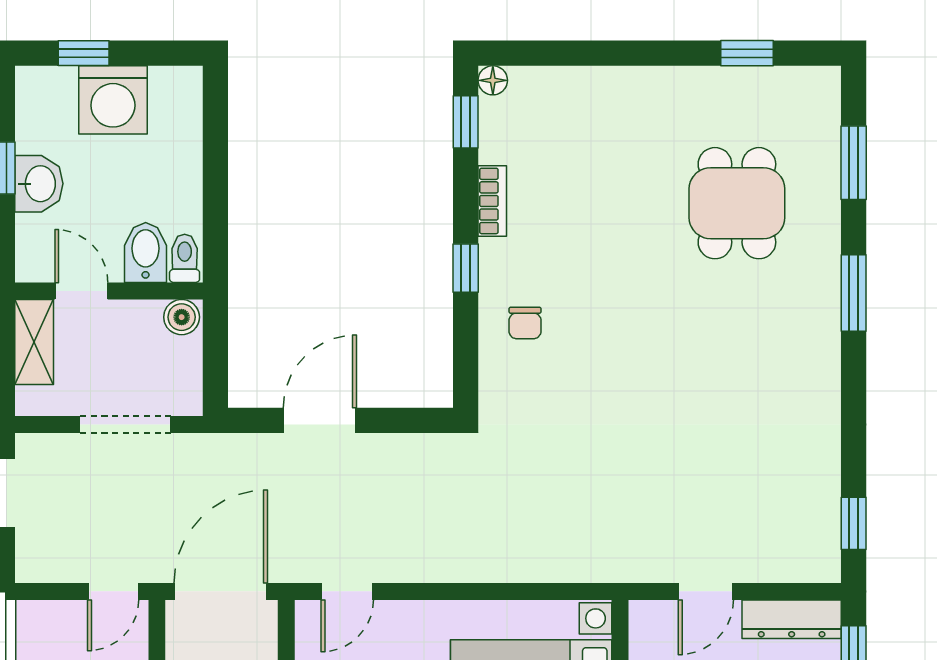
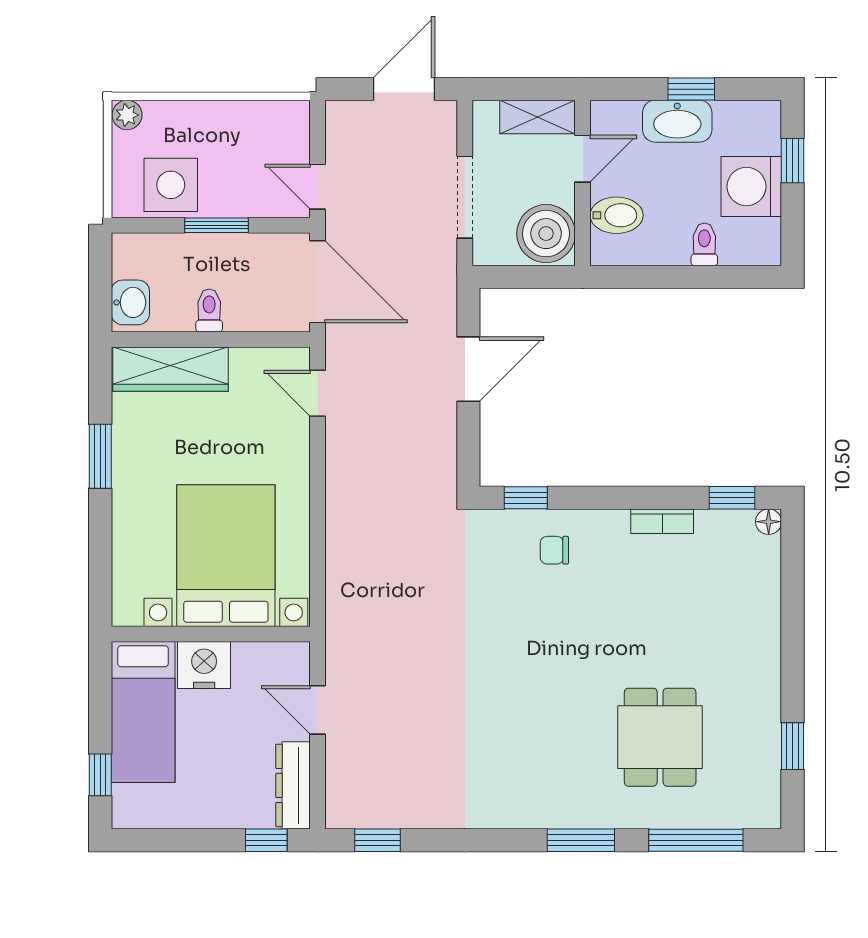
window: (854, 163) -> (696, 840), width x1.44
washbasin: (39, 184) -> (677, 121), width x1.38
dining table: (737, 203) -> (660, 737), turned 90
toilet: (185, 258) -> (704, 244), moved, turned -90
window: (466, 268) -> (526, 498), moved
boiler: (182, 317) -> (546, 234), width x1.86, depth x1.86
door: (320, 420) -> (468, 369), hinge flipped

